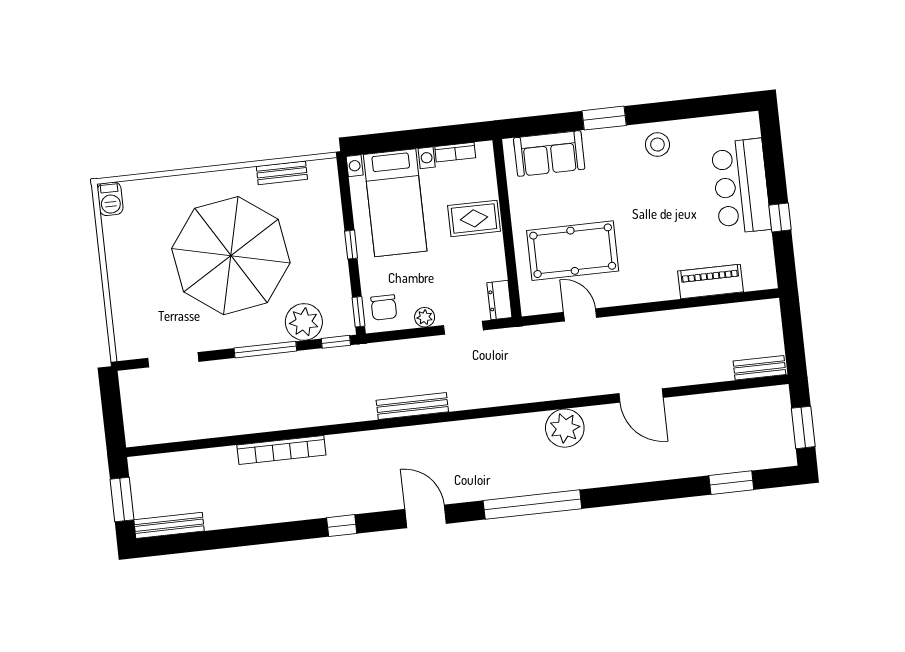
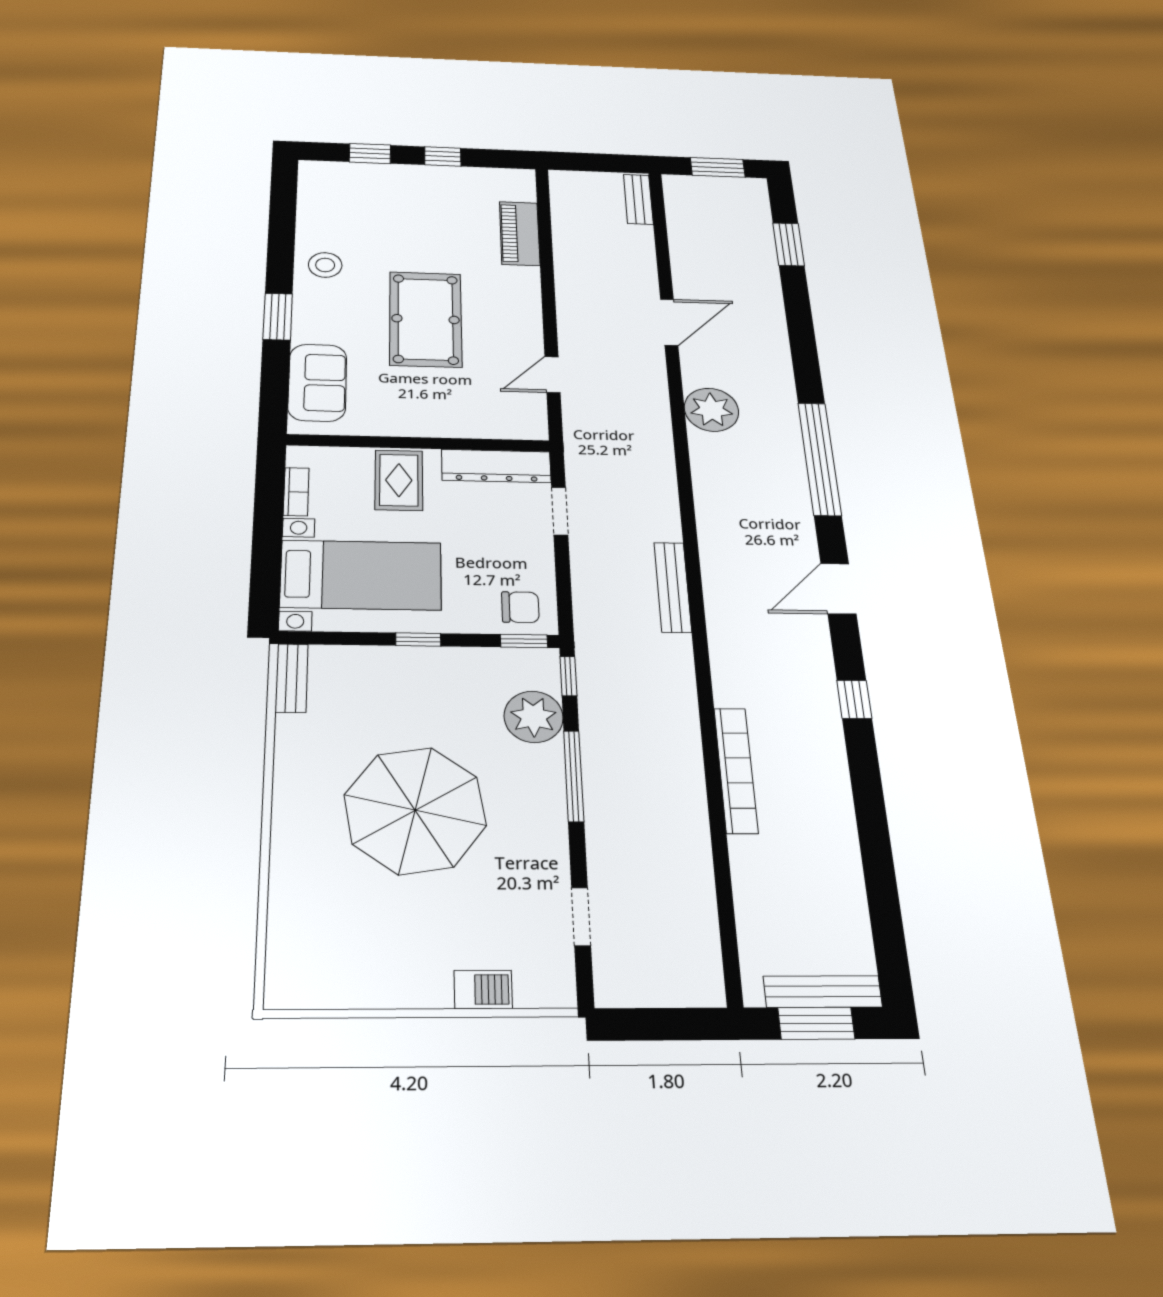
window: (774, 163) -> (370, 154), added
bench: (282, 173) -> (292, 678), moved
bar counter: (741, 186) -> (396, 188), removed
barbecue: (110, 199) -> (483, 989), moved
pool table: (573, 251) -> (426, 319), moved
parasol: (231, 256) -> (415, 810), width x0.73, depth x0.73
dresser: (499, 300) -> (496, 466), width x1.96, depth x1.24
plant: (425, 317) -> (540, 557), removed
doorway: (173, 360) -> (581, 916), width x0.73
bench: (169, 525) -> (823, 992), moved, turned 90

